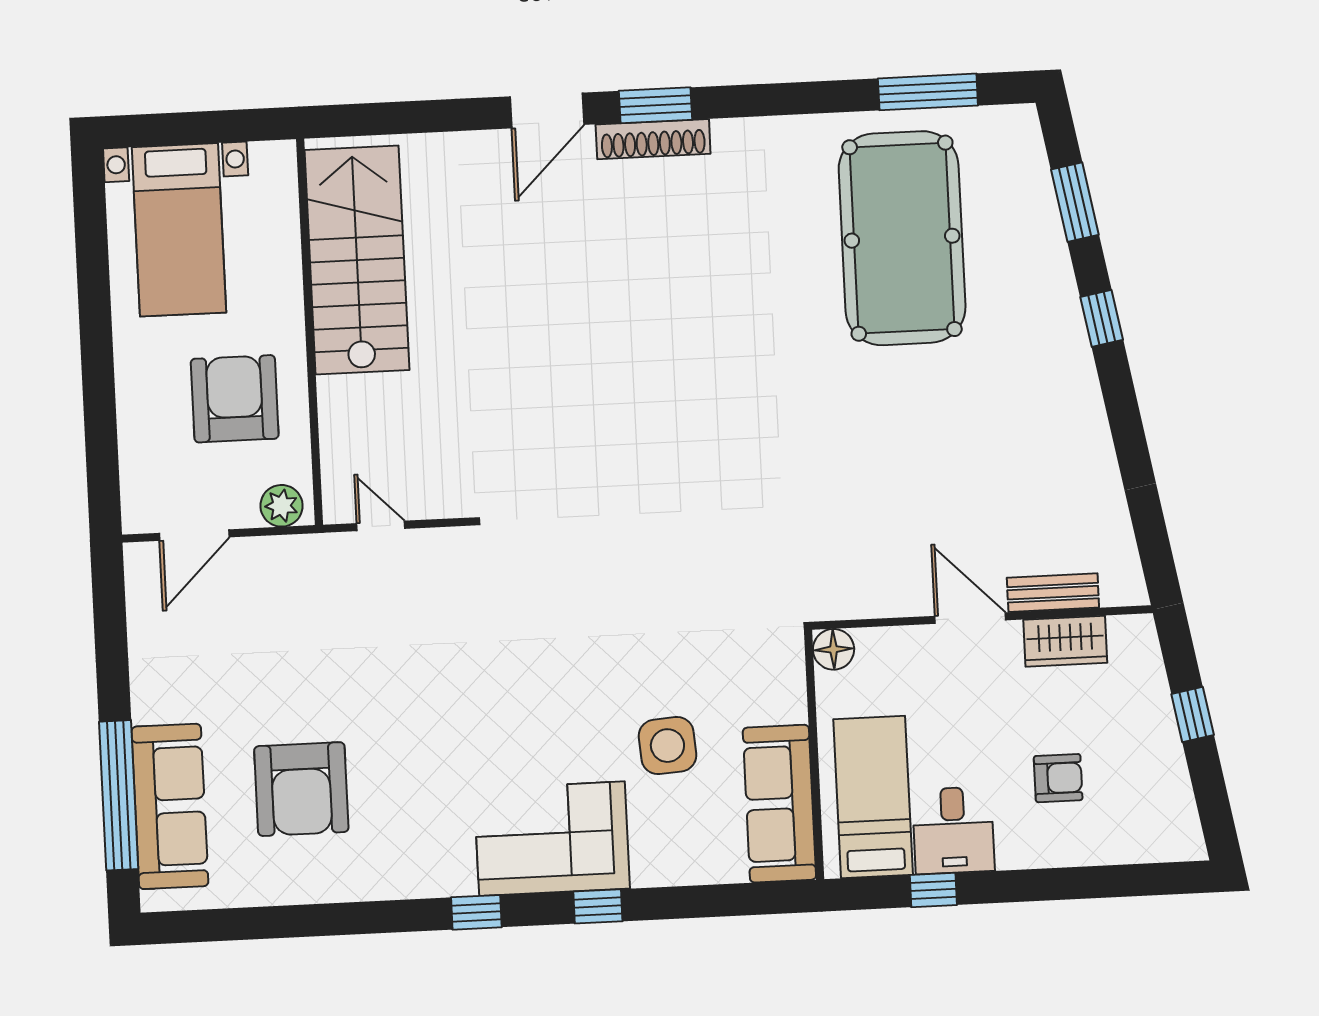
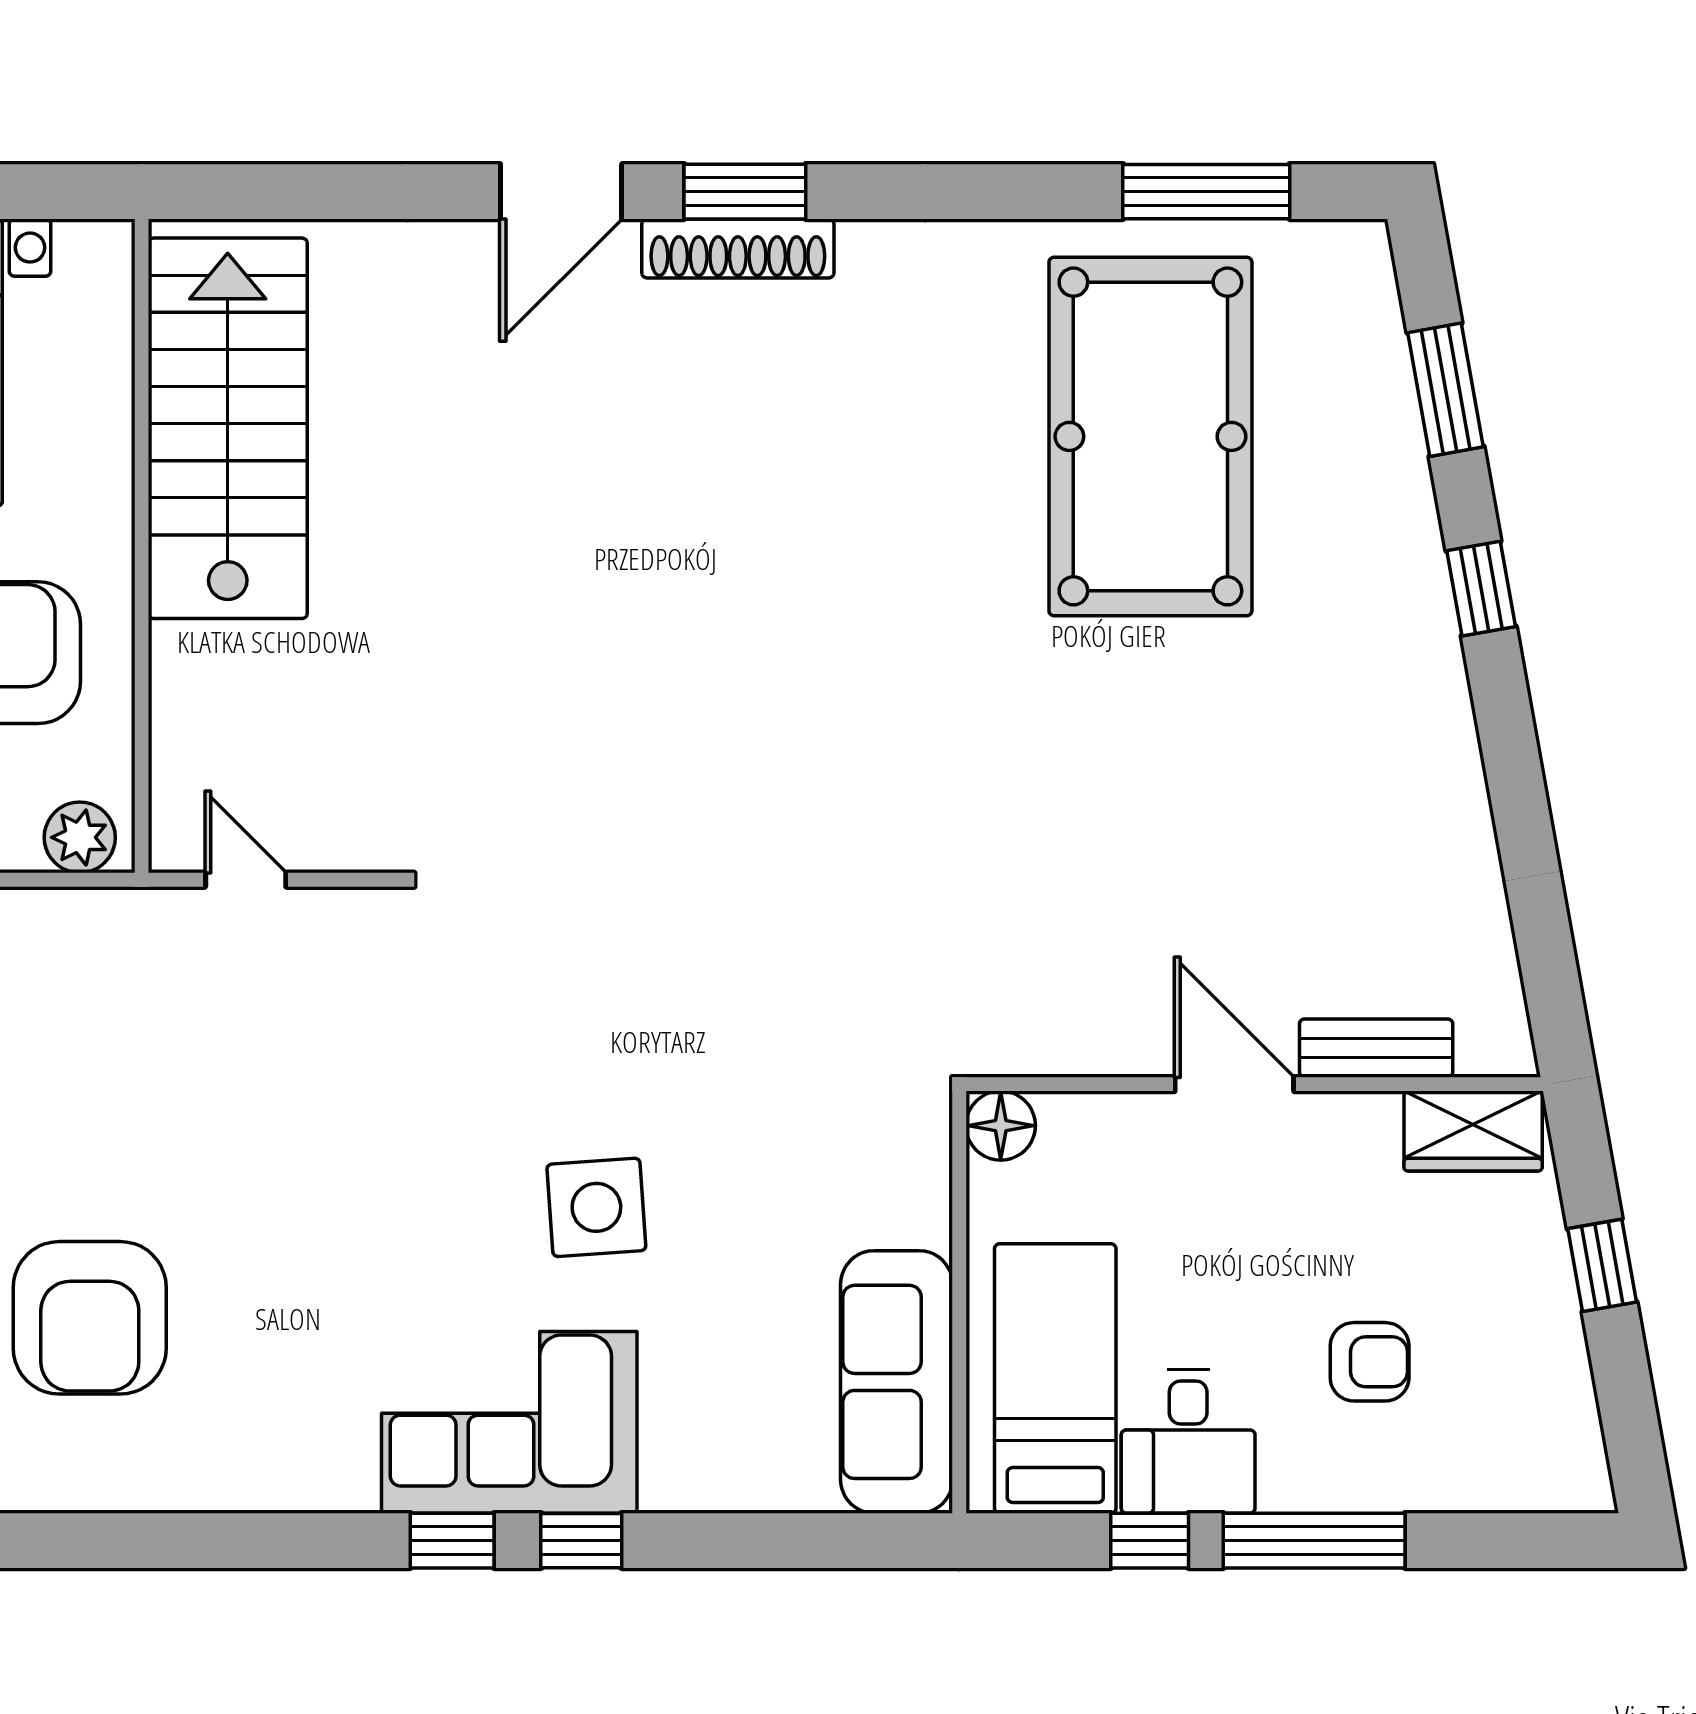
wardrobe: (1065, 641) -> (1473, 1131), moved
side table: (667, 746) -> (596, 1207), moved
window: (1031, 885) -> (1314, 1541), added
window: (476, 912) -> (452, 1541), moved

